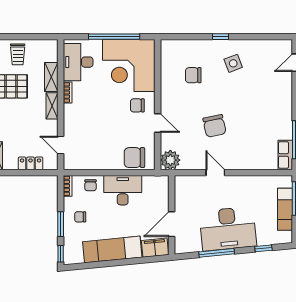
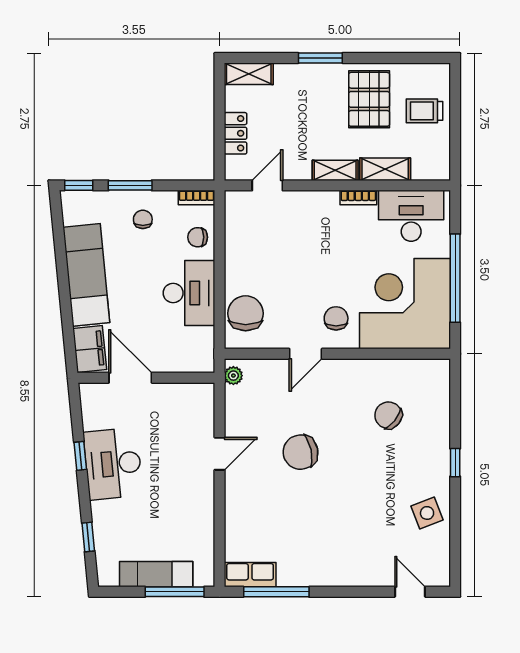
side table: (233, 63) -> (427, 513), moved
chair: (193, 75) -> (388, 415), turned -51
plant: (170, 160) -> (233, 376), width x0.53, depth x0.53
desk: (228, 229) -> (113, 464), width x0.73, depth x0.77
window: (217, 253) -> (80, 456), width x0.46

